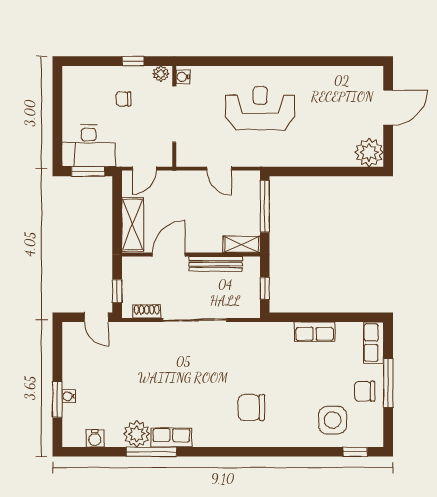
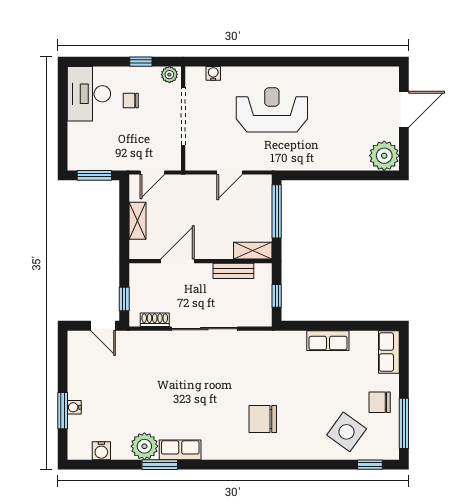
water cooler: (183, 77) -> (213, 73), moved, turned 90
desk: (89, 146) -> (89, 94), moved, turned 90
door: (219, 169) -> (230, 172), hinge flipped
shelving: (133, 224) -> (137, 221), width x0.67, depth x0.75
bench: (216, 264) -> (233, 271), width x0.73
window: (388, 383) -> (404, 423), moved
side table: (333, 420) -> (347, 432), turned 36
window: (152, 452) -> (160, 465), width x0.69

